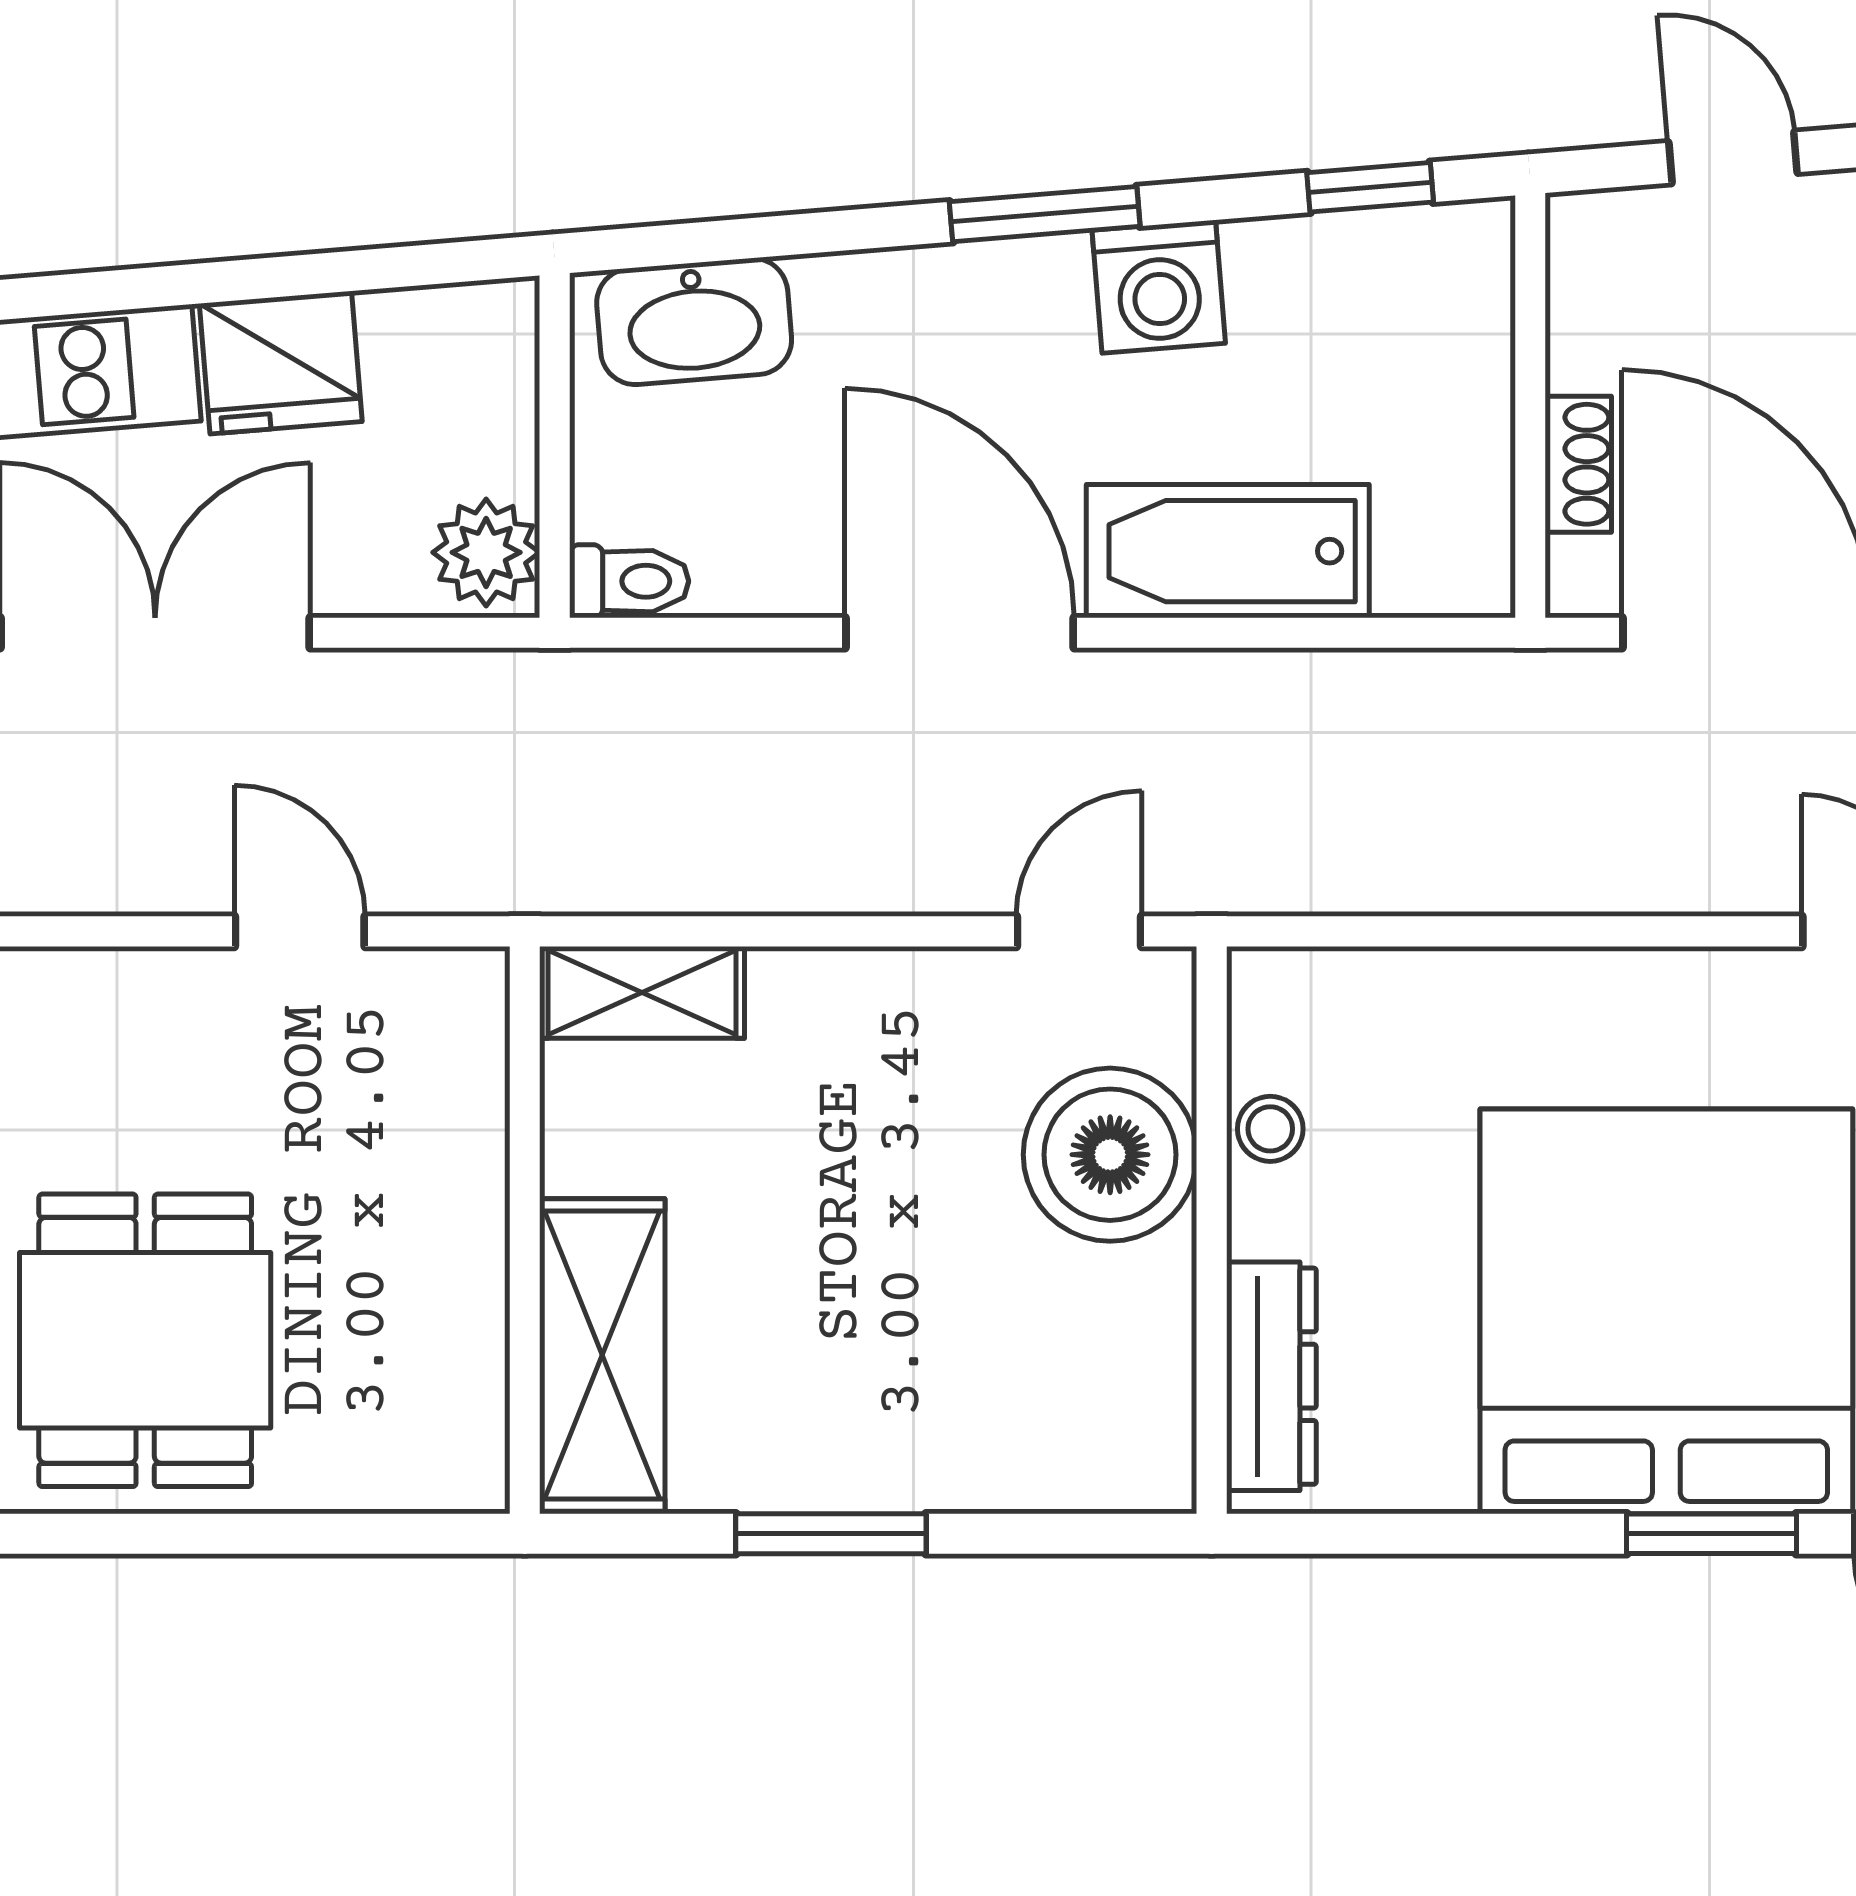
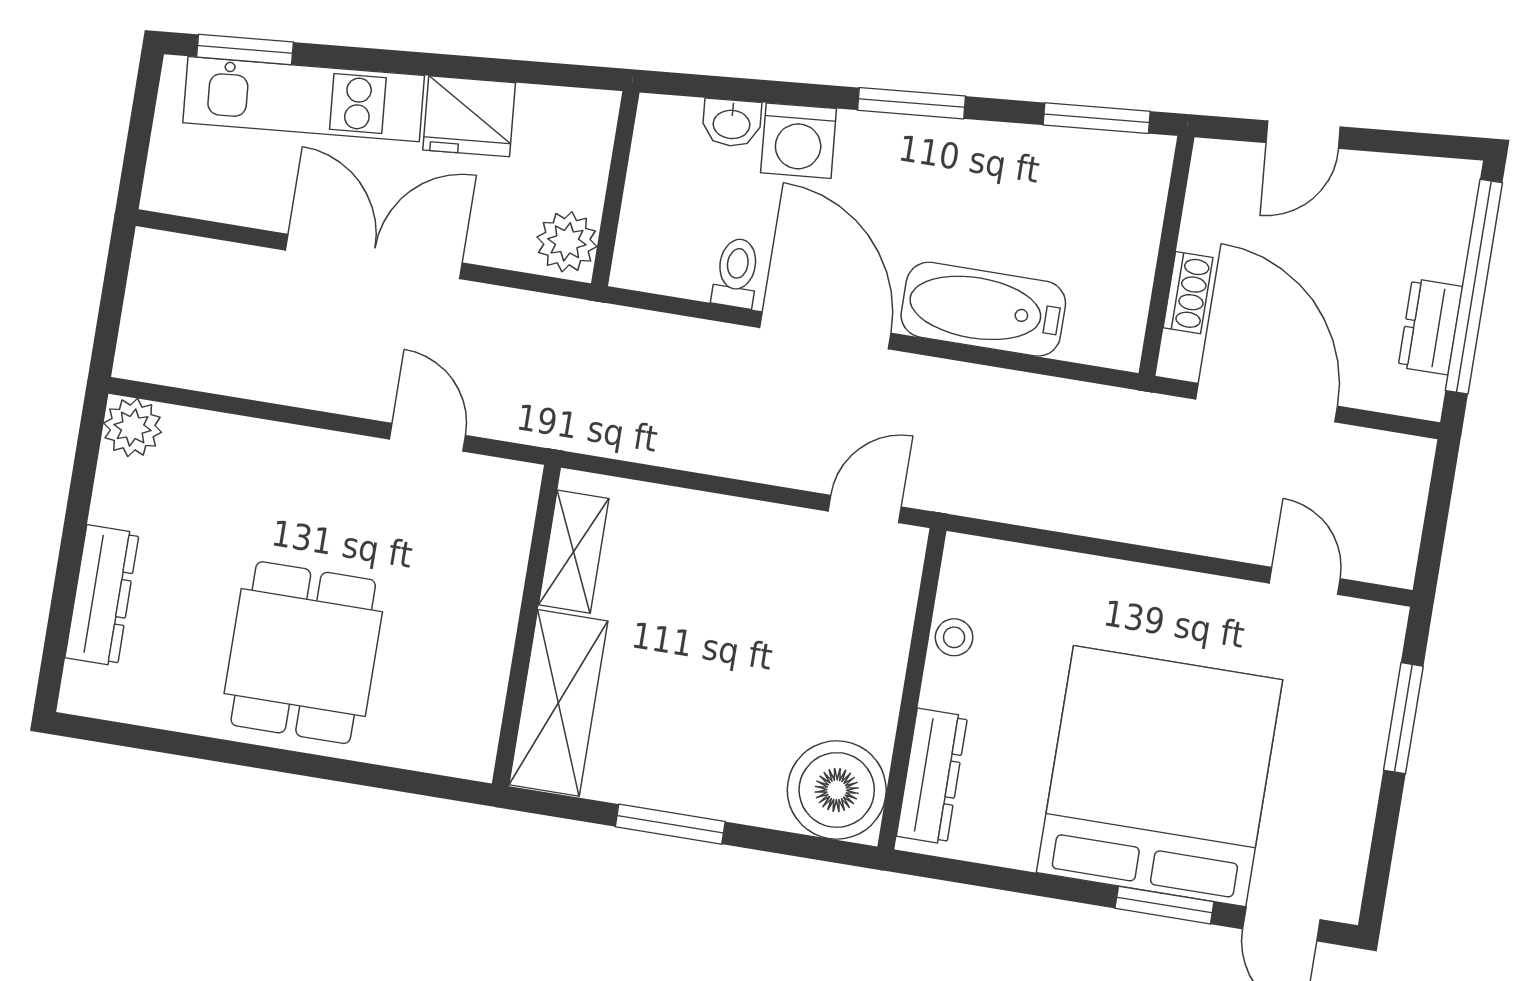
door: (1733, 157) -> (1303, 135), swing flipped
window: (1370, 187) -> (1097, 118), width x1.50
washing machine: (1159, 287) -> (799, 141), moved
washbasin: (694, 321) -> (732, 123), width x0.52, depth x0.69
toilet: (629, 581) -> (736, 273), moved, turned -90
shelving: (642, 992) -> (574, 552), moved, turned 90
boiler: (1110, 1155) -> (837, 790), moved

